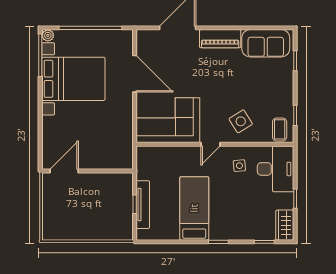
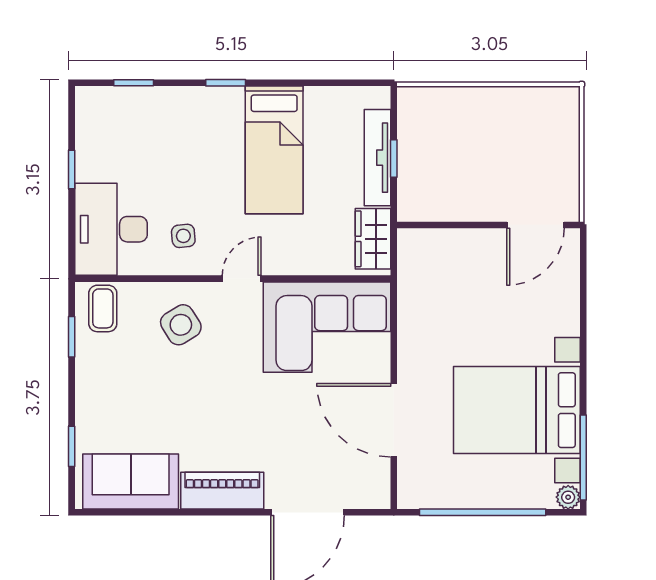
wardrobe: (285, 225) -> (373, 239), moved, turned 180

